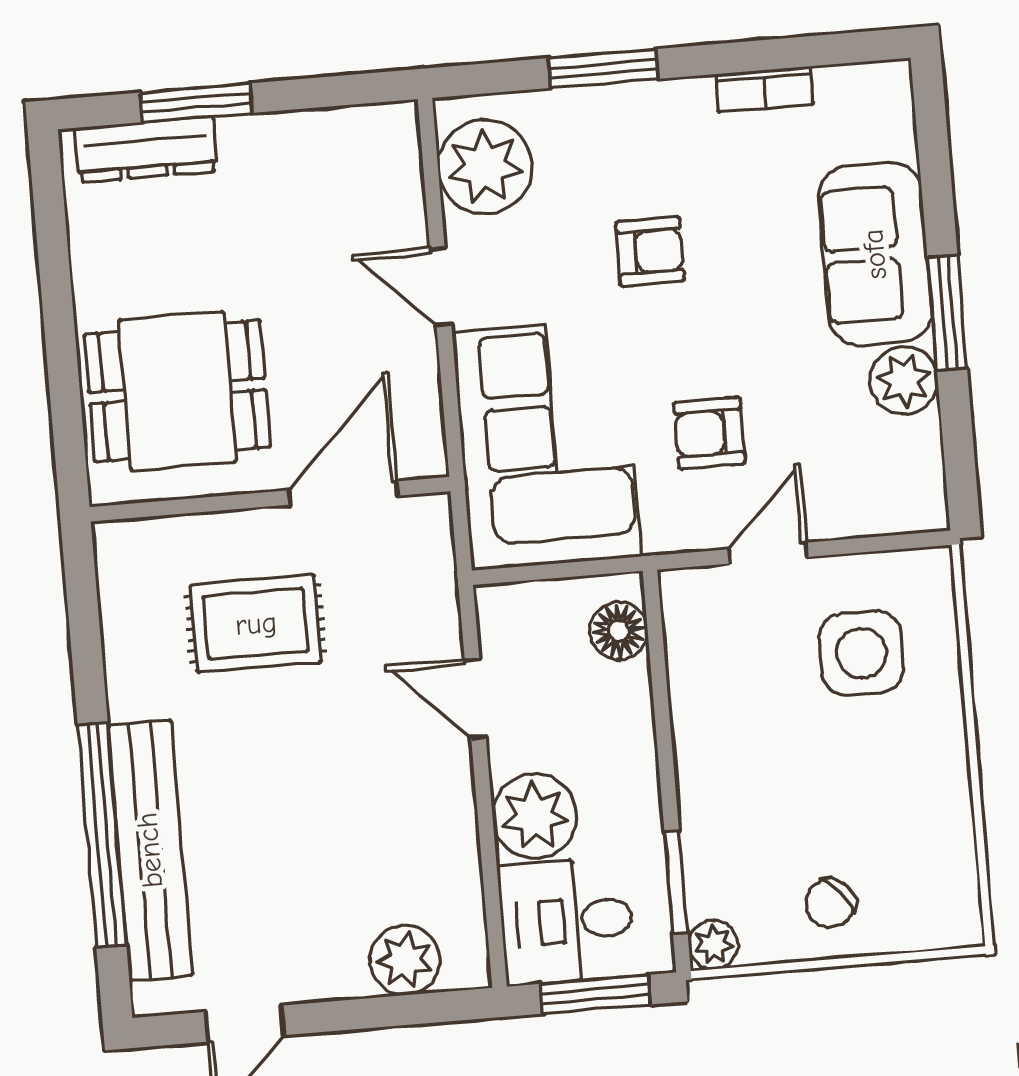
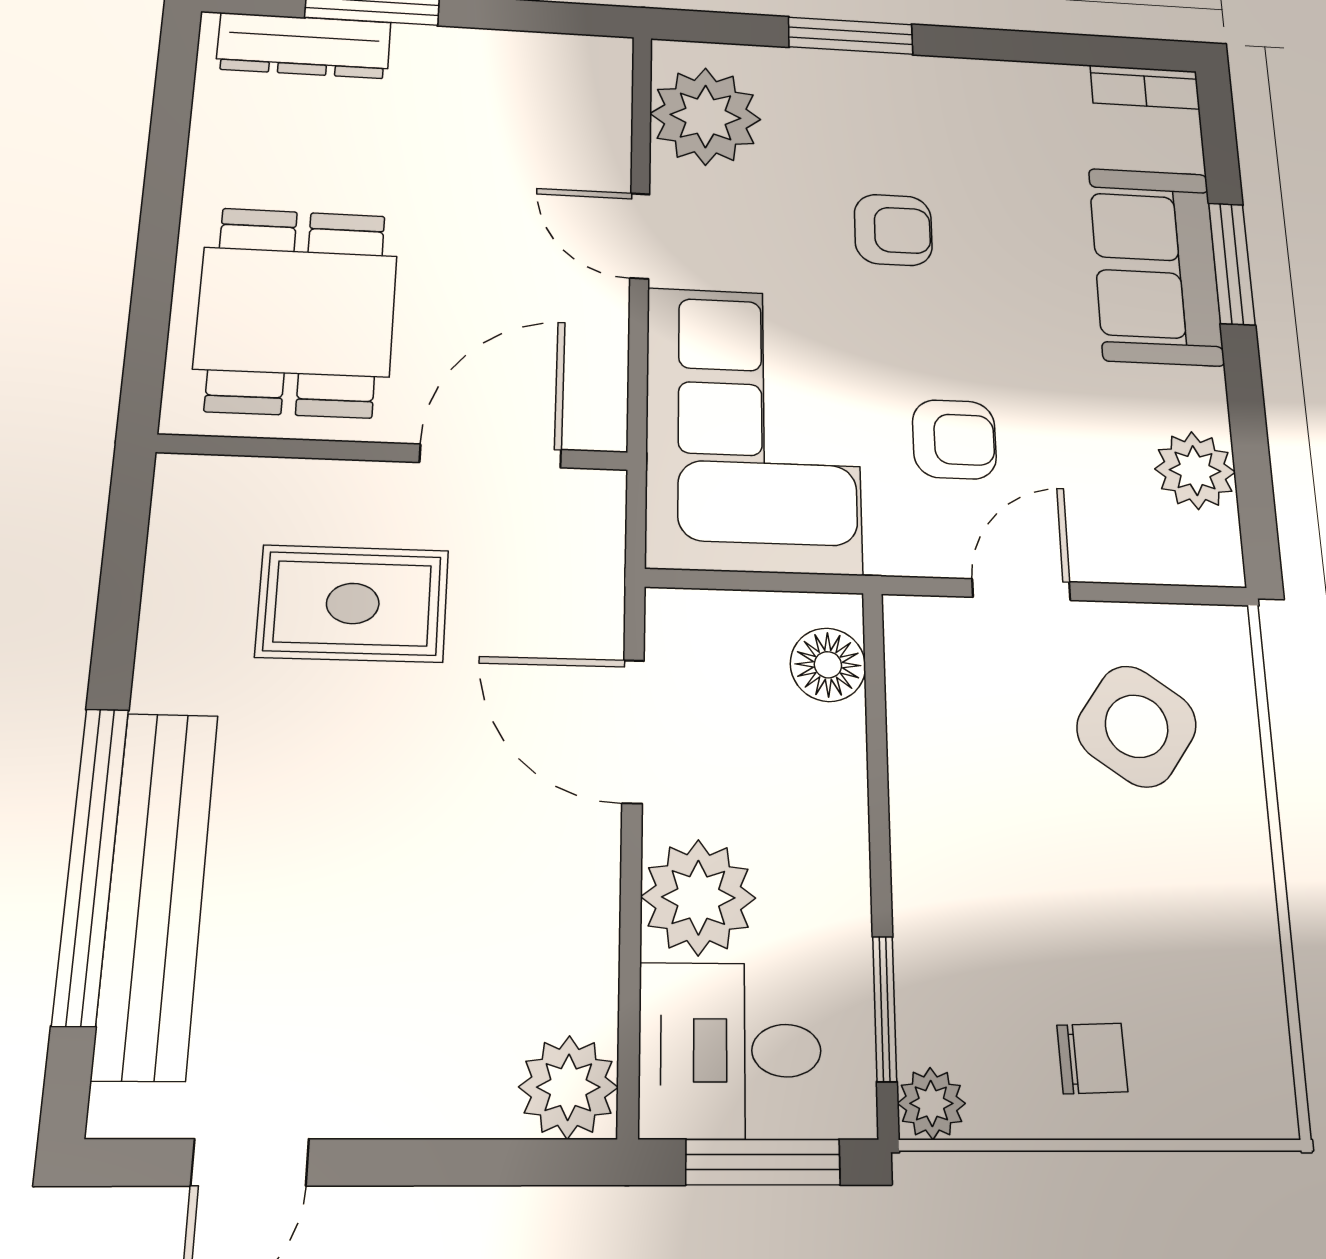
bookcase: (764, 89) -> (1145, 87), moved
window: (947, 313) -> (1232, 264), moved
plant: (904, 381) -> (1195, 471), moved
dining table: (177, 391) -> (296, 312), turned 90
armchair: (709, 433) -> (954, 439), turned 180
side table: (861, 653) -> (1137, 726), turned 35
door: (475, 698) -> (633, 731), width x1.38
chair: (830, 903) -> (1092, 1058), turned -141
plant: (405, 960) -> (568, 1087), moved

